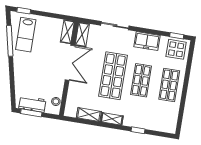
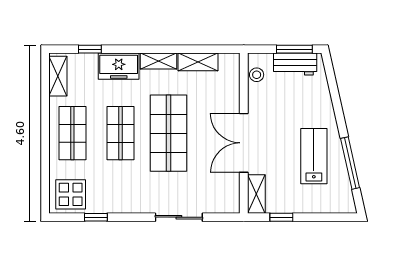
window: (24, 11) -> (281, 217), moved
shelving: (82, 34) -> (58, 76), moved
lab bench: (26, 35) -> (314, 156), moved
window: (177, 36) -> (96, 217), moved
freezer: (147, 41) -> (119, 66), moved, turned 180
window: (138, 130) -> (90, 49), moved

